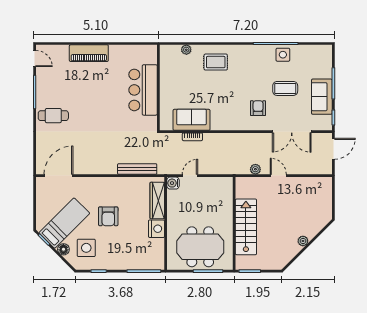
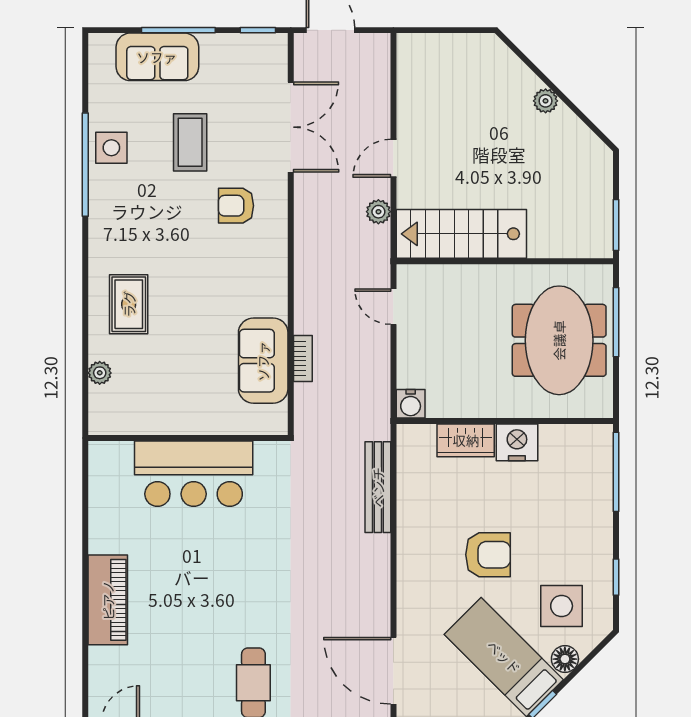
sofa: (322, 97) -> (157, 57), moved
door: (190, 176) -> (393, 307), moved
wardrobe: (157, 201) -> (466, 440), width x0.67
stairs: (246, 227) -> (461, 234), moved

